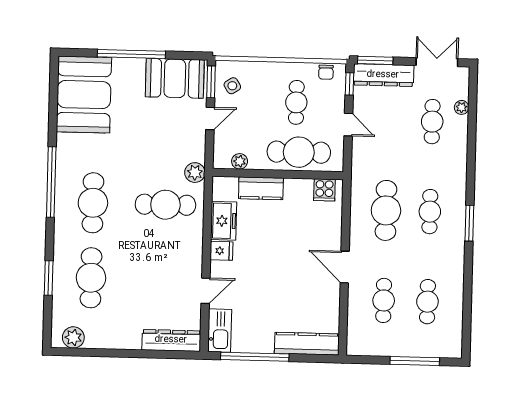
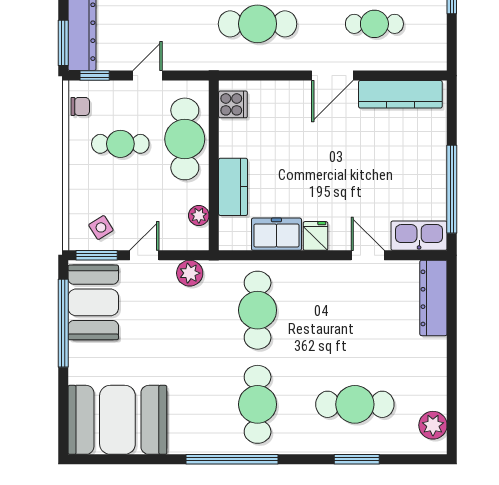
window: (131, 54) -> (63, 323), moved
door: (210, 119) -> (144, 255), hinge flipped
plant: (195, 173) -> (190, 273), moved
cafe table: (93, 203) -> (258, 404), turned 90
kitchen counter: (307, 344) -> (400, 94), moved, turned -90

